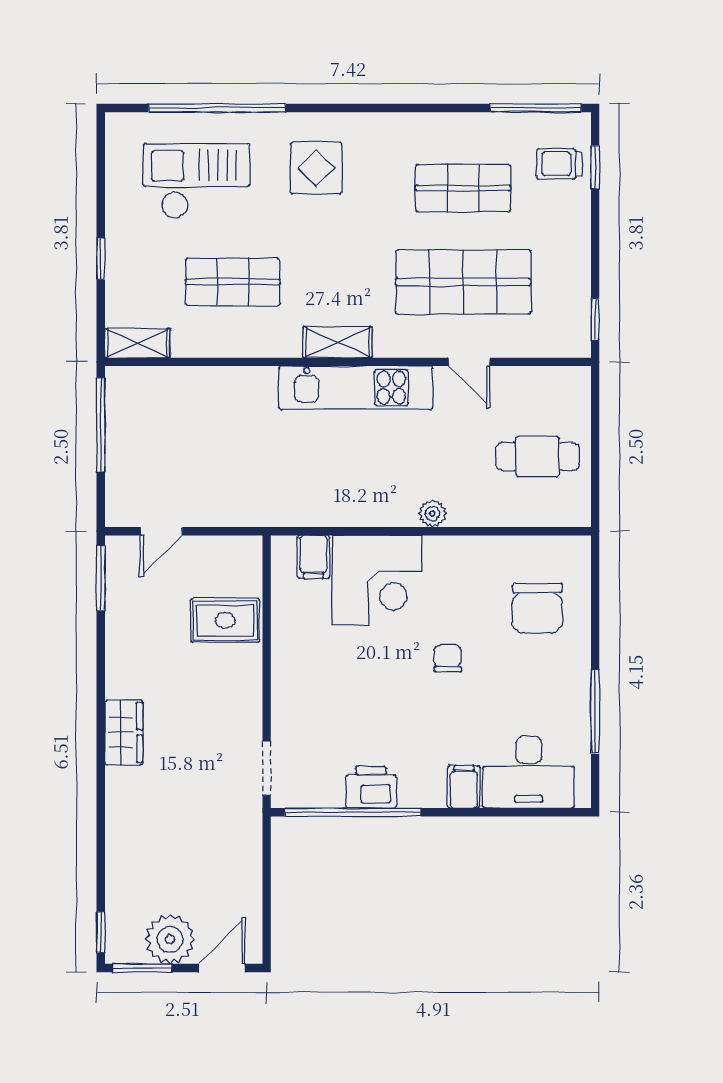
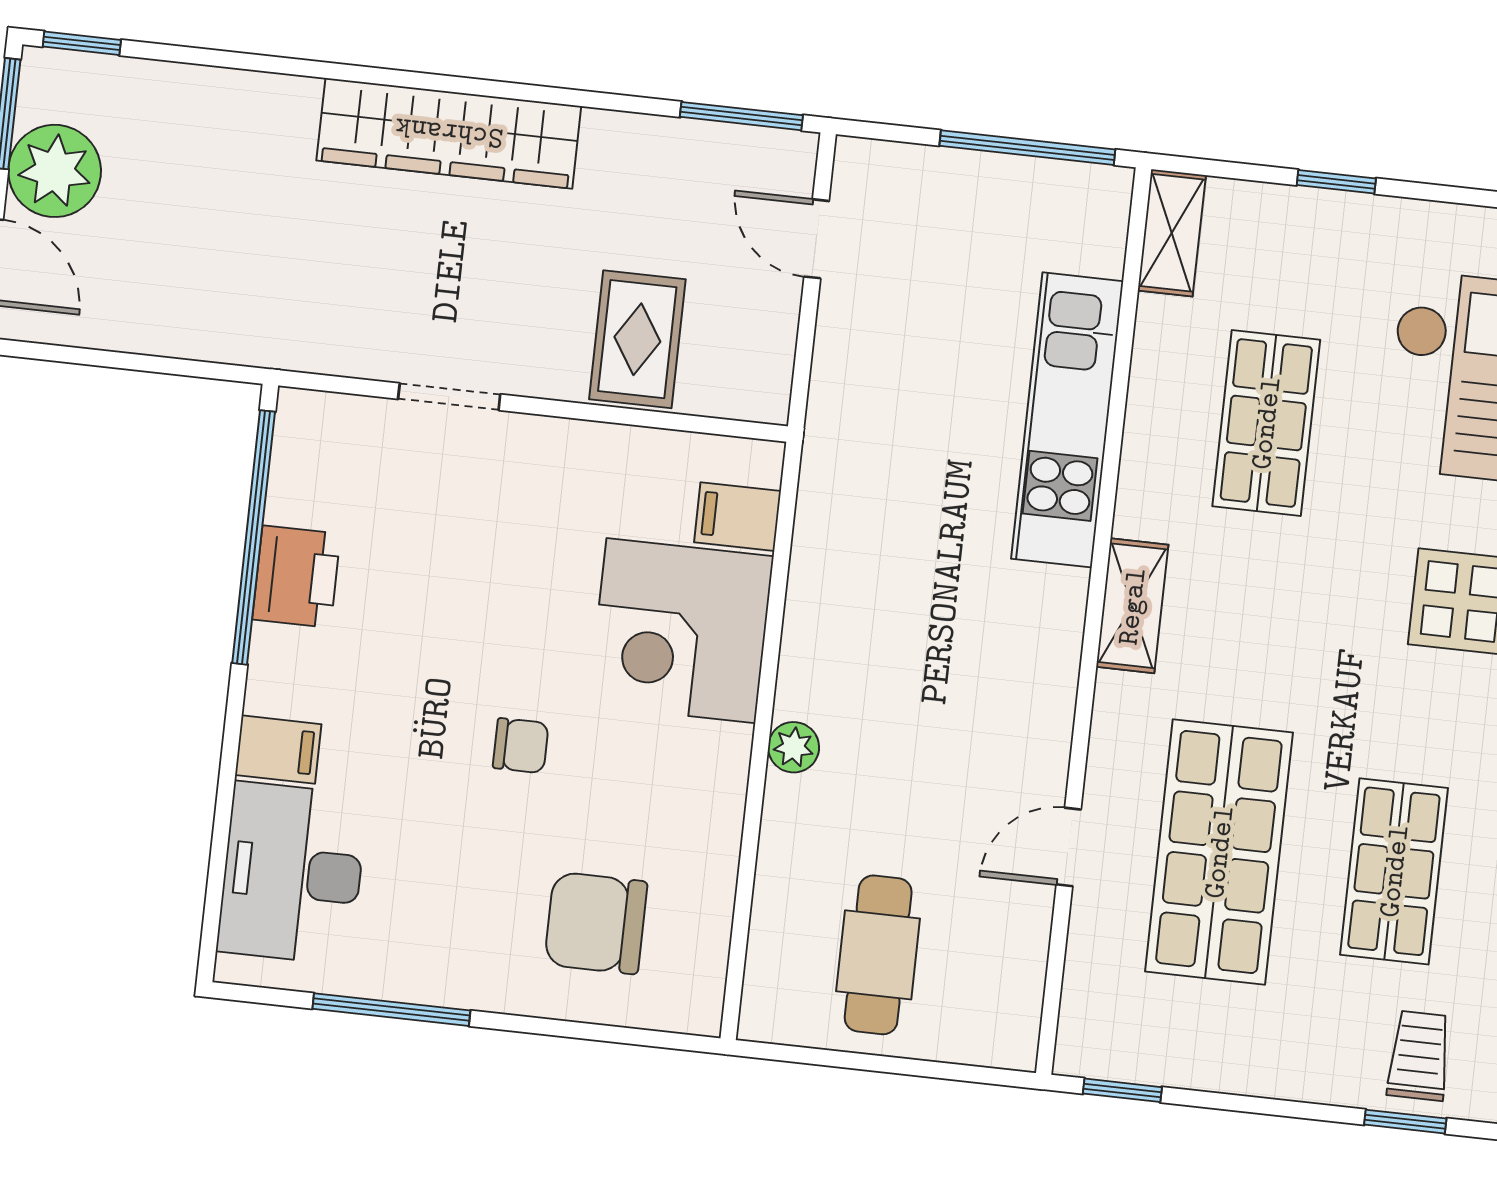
kitchen unit: (356, 388) -> (1067, 420), moved
wardrobe: (124, 732) -> (449, 133), width x2.10, depth x1.17
doorway: (267, 768) -> (449, 397), moved

